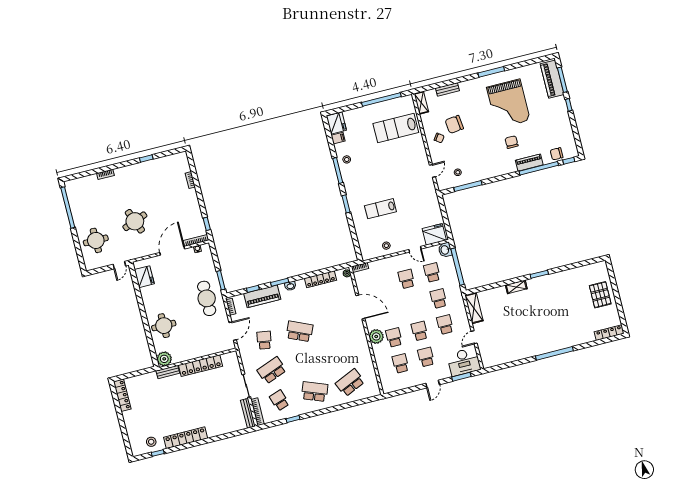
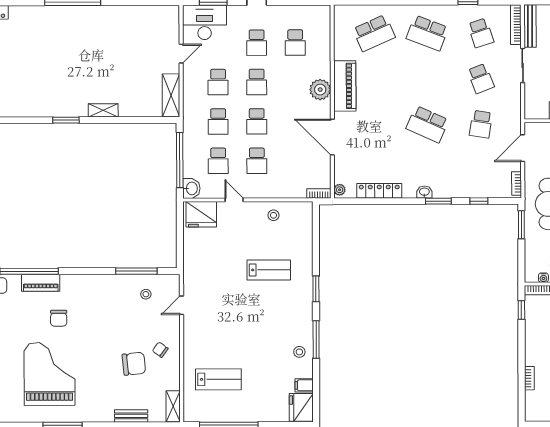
lab bench: (396, 128) -> (218, 379), width x0.73, depth x0.72
piano: (262, 296) -> (345, 86), moved, turned 90
school desk: (394, 337) -> (257, 121), moved
school desk: (272, 370) -> (481, 79), width x0.54

